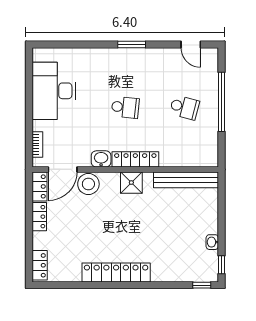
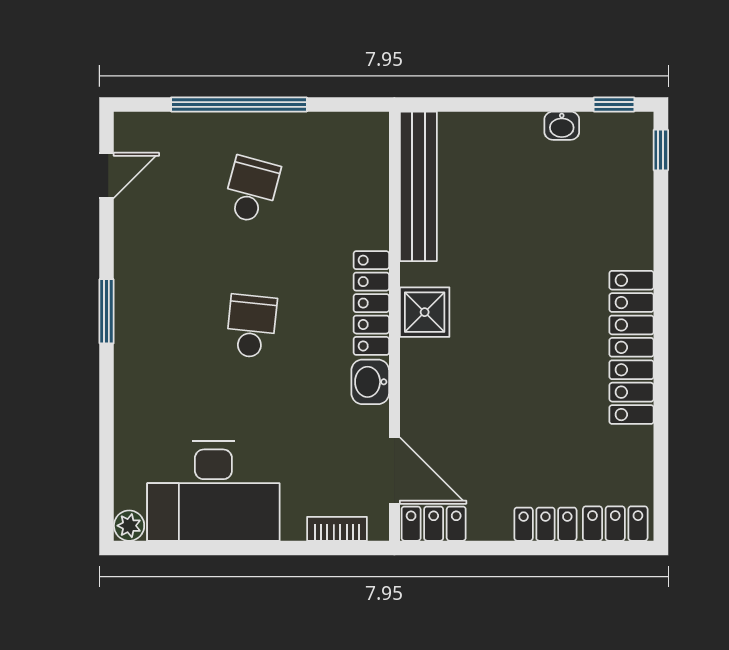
plant: (39, 54) -> (129, 526), added
stool: (88, 184) -> (428, 411), removed
locker: (39, 217) -> (545, 524), moved

